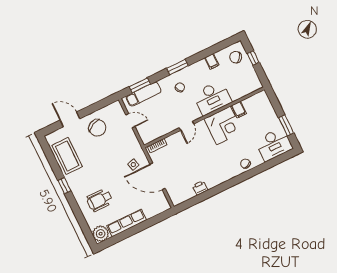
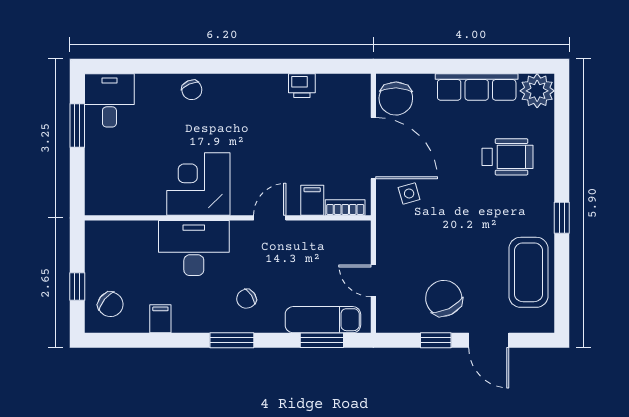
window: (92, 109) -> (436, 340), added
filing cabinet: (239, 110) -> (312, 200), moved
desk: (274, 144) -> (109, 100), width x0.73
chair: (158, 202) -> (396, 99), added

